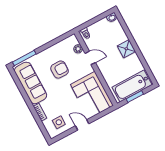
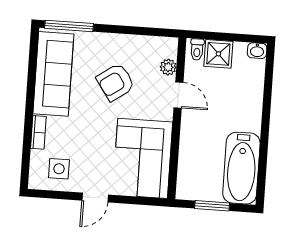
shower: (126, 49) -> (218, 54), moved
armchair: (60, 70) -> (116, 82), turned 145
bathtub: (132, 86) -> (241, 168), moved, turned -90
door: (82, 125) -> (95, 198), swing flipped

